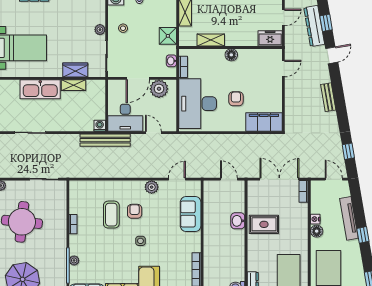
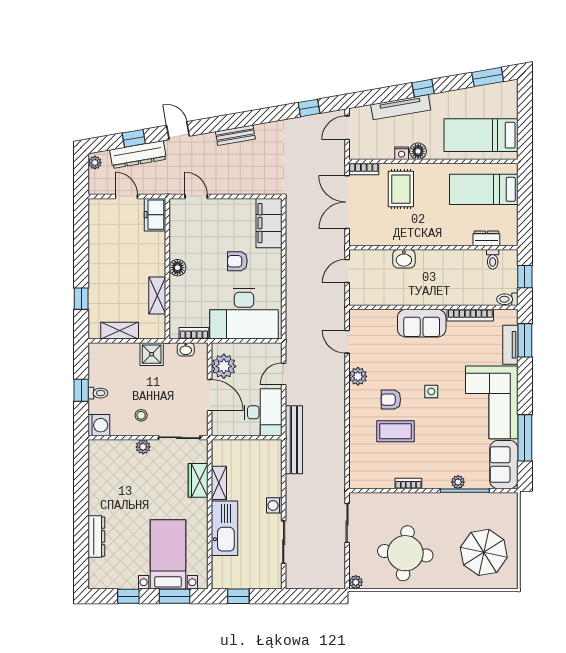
washing machine: (100, 126) -> (274, 505), moved
sofa: (191, 214) -> (422, 323), moved
rug: (264, 224) -> (401, 189), moved

